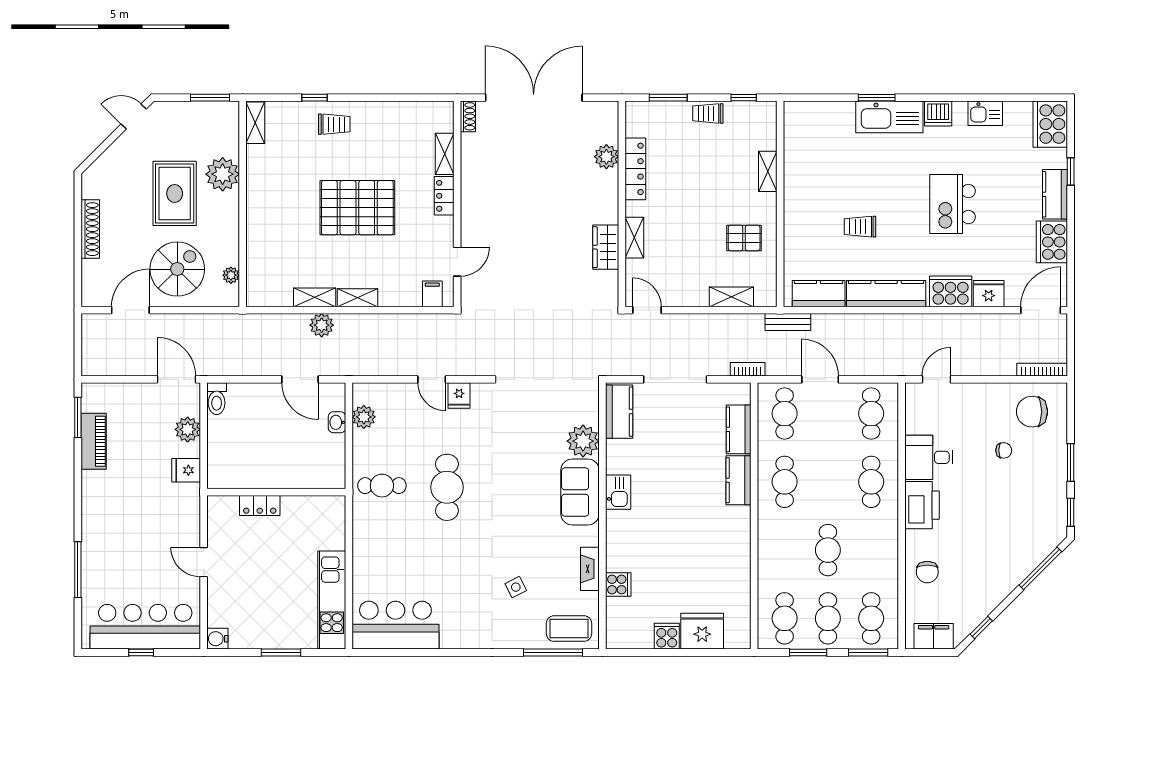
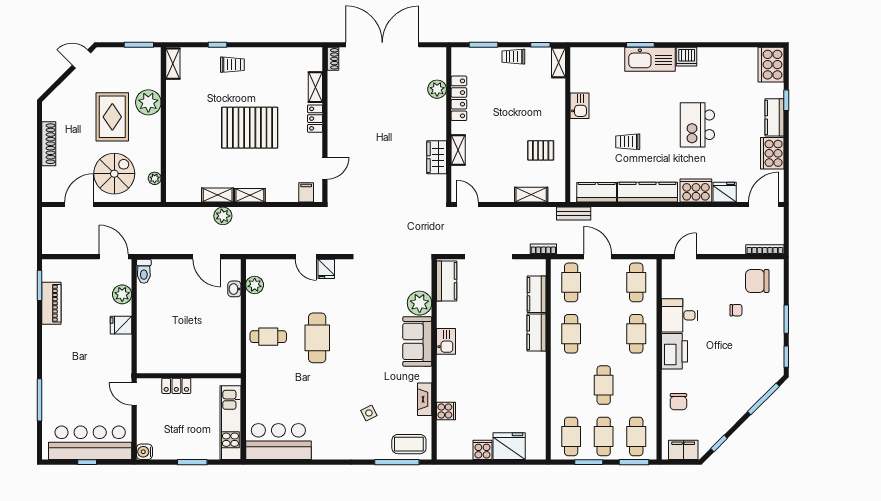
kitchen sink: (985, 113) -> (580, 106), moved, turned -90
shelving: (768, 171) -> (558, 62), moved
wall: (276, 492) -> (189, 376), moved
locker: (260, 506) -> (176, 386), moved

